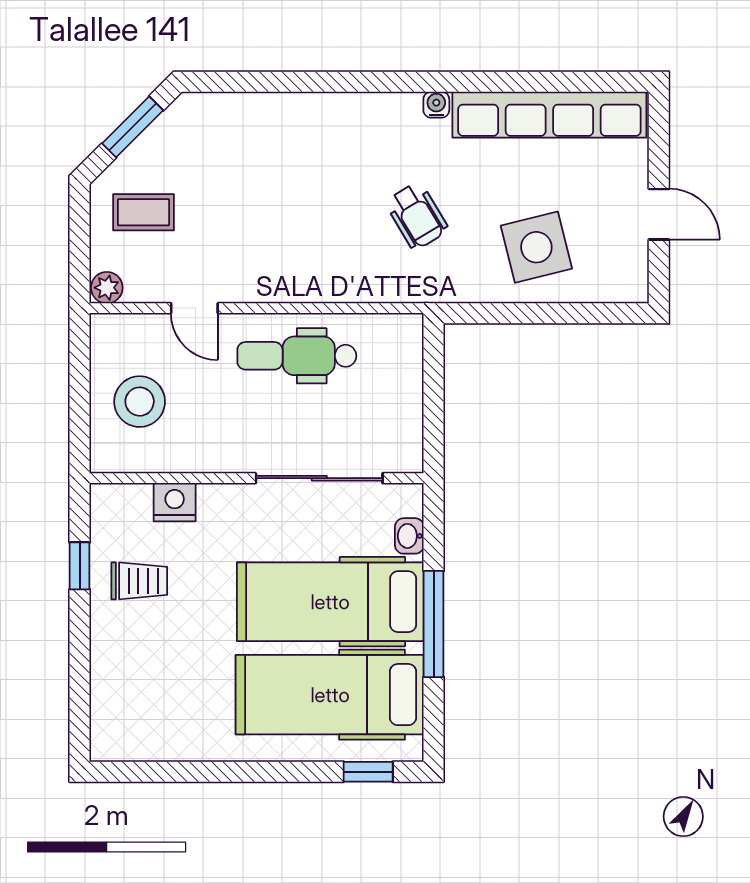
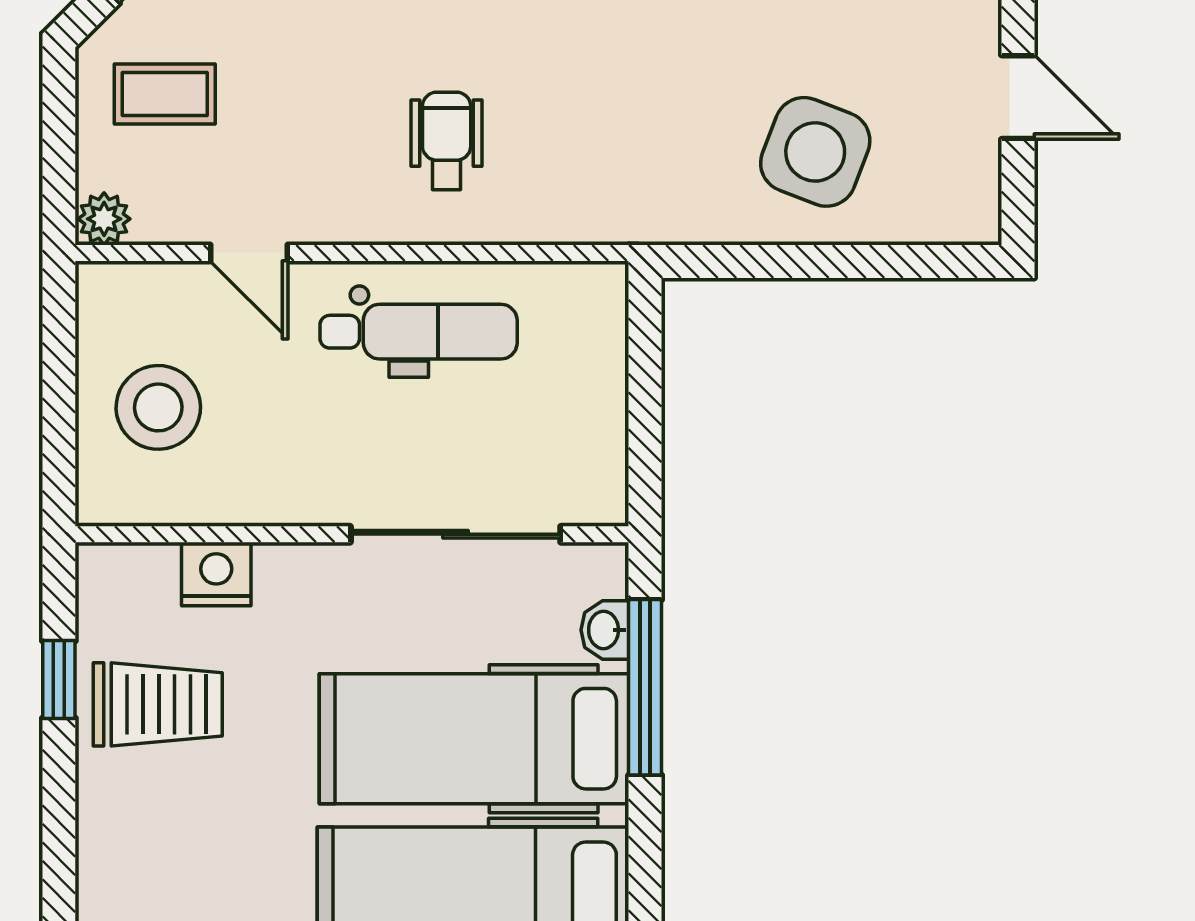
wheelchair: (417, 216) -> (447, 141), moved, turned -149
side table: (536, 247) -> (815, 152), turned 35
dental chair: (297, 356) -> (419, 332), turned 180
trolley: (139, 581) -> (158, 704), width x1.36, depth x1.39
window: (434, 624) -> (645, 687), moved

